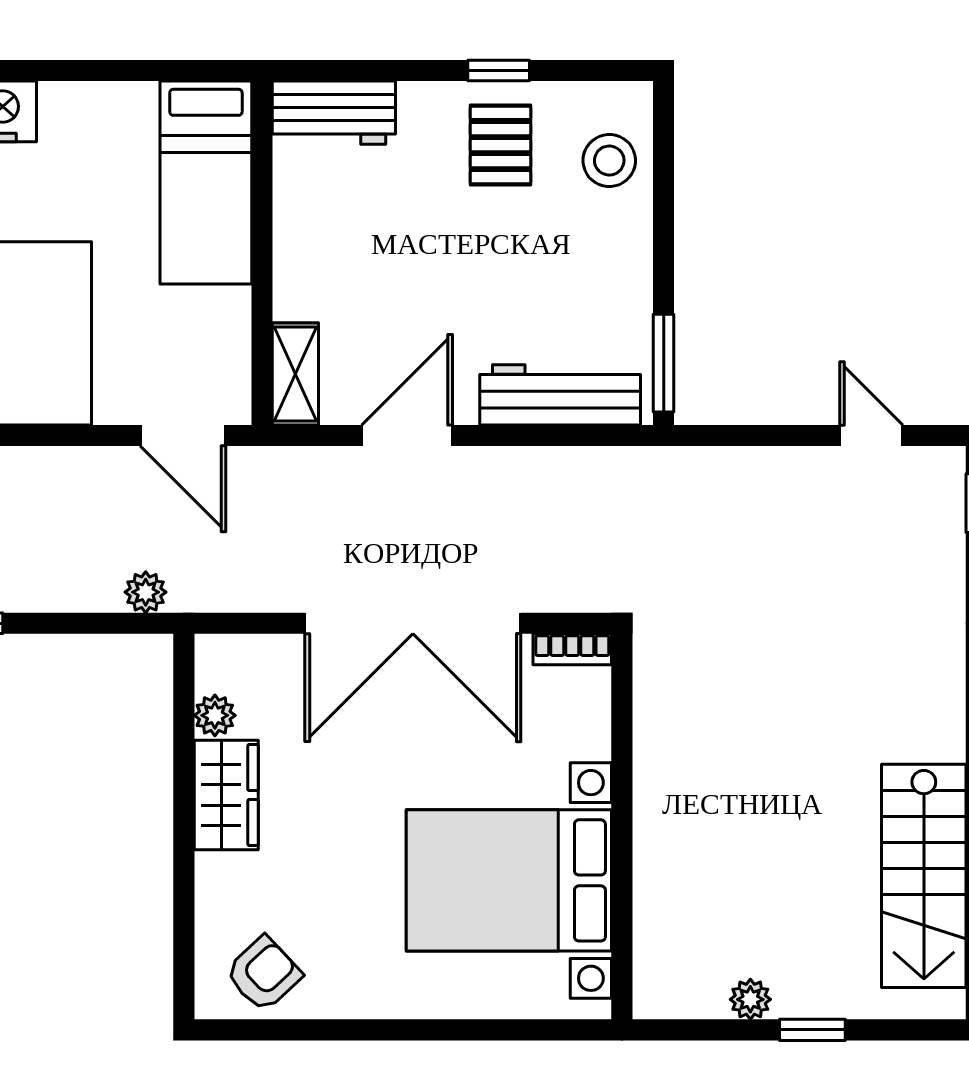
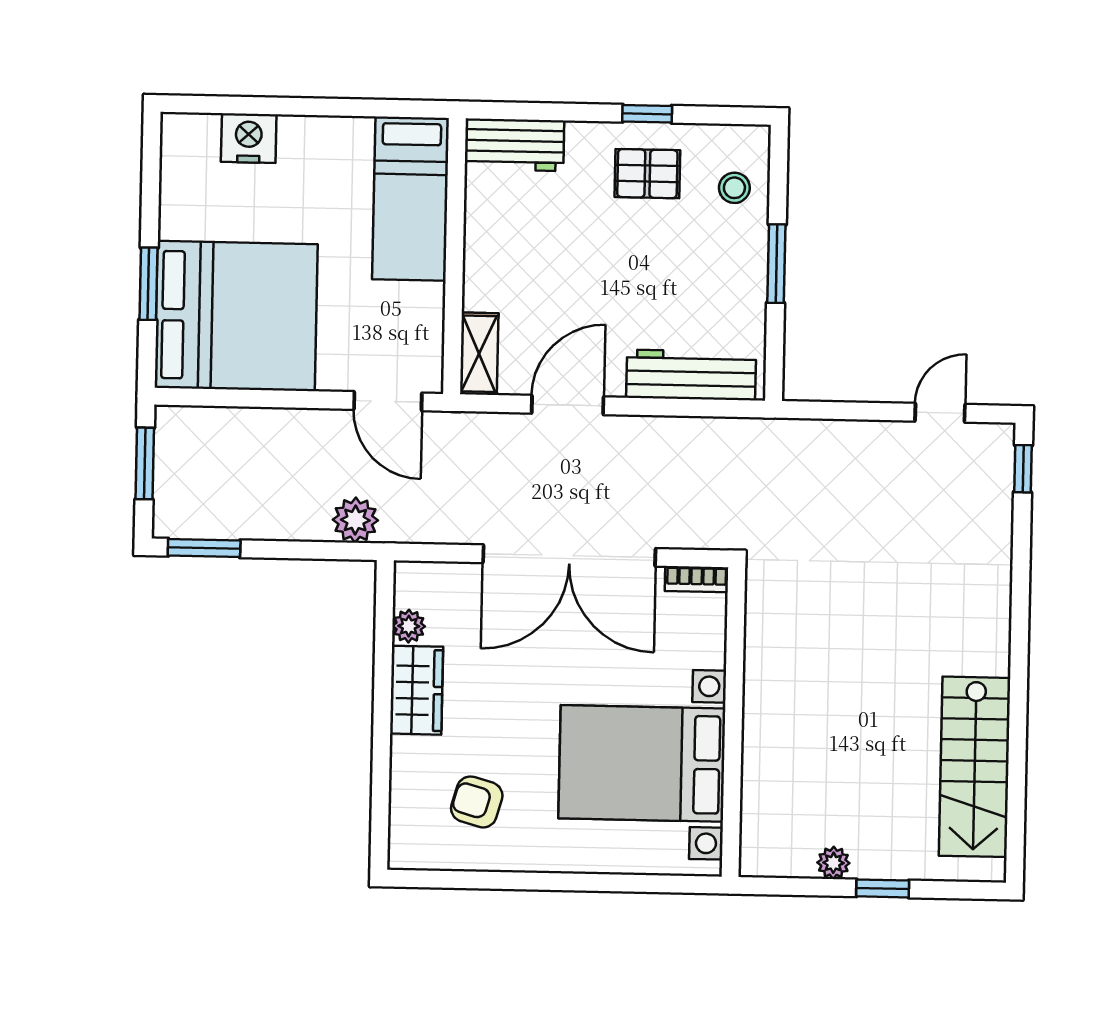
pallet: (500, 145) -> (647, 174), turned 90
stool: (609, 161) -> (734, 188), width x0.73, depth x0.73
window: (664, 363) -> (776, 264), moved
door: (871, 435) -> (940, 413), hinge flipped
plant: (146, 592) -> (355, 520), width x1.38, depth x1.38
armchair: (264, 974) -> (477, 802), moved, turned -121

